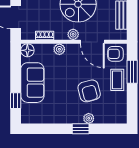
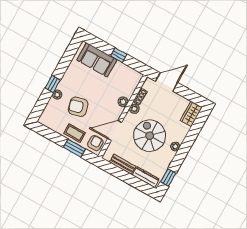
plant: (73, 34) -> (134, 109), moved
floor lamp: (27, 50) -> (136, 77), removed
sofa: (32, 83) -> (97, 60), moved
window: (16, 101) -> (119, 55), moved

